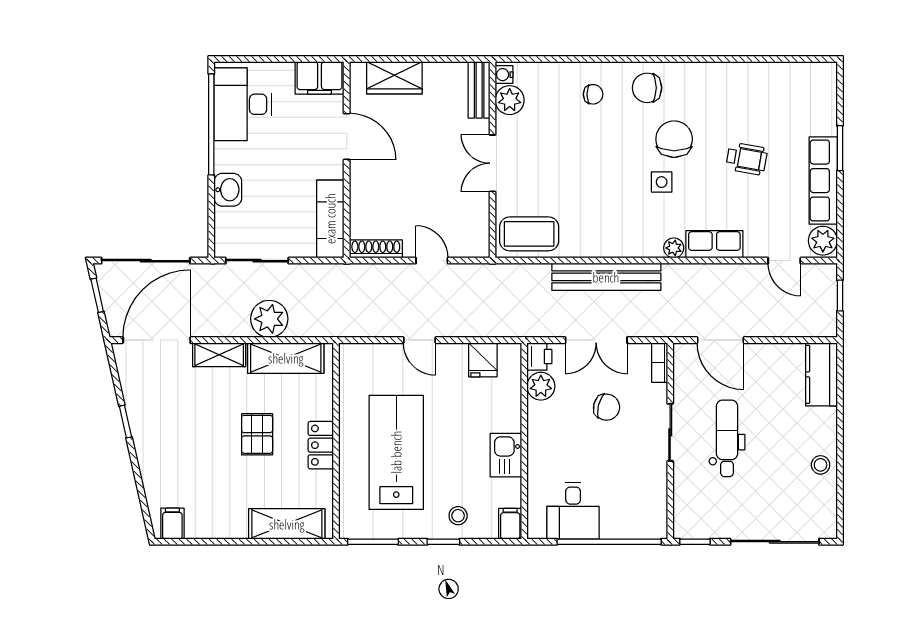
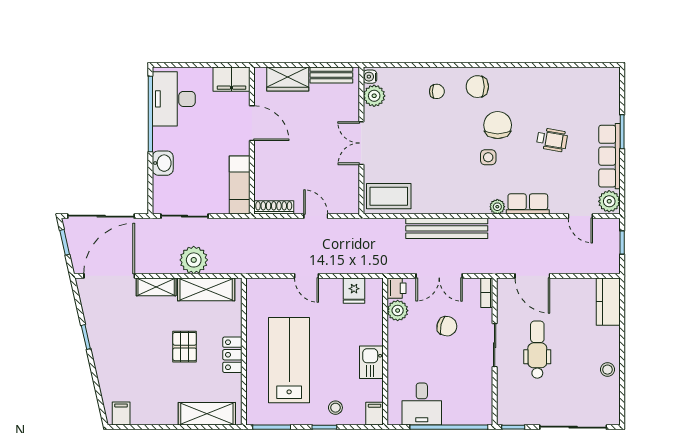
bench: (479, 90) -> (331, 75), moved, turned 90

